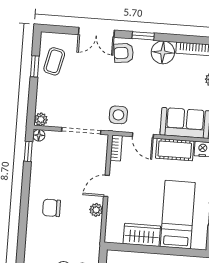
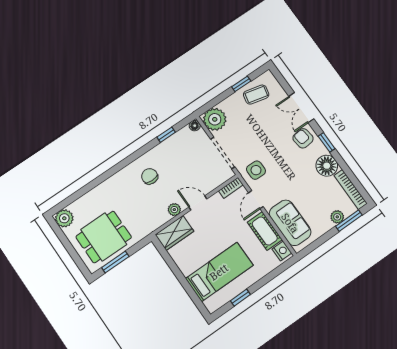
plant: (41, 119) -> (215, 119), width x1.88, depth x1.88
window: (28, 151) -> (166, 135), moved
wardrobe: (142, 235) -> (175, 233), moved, turned 90

